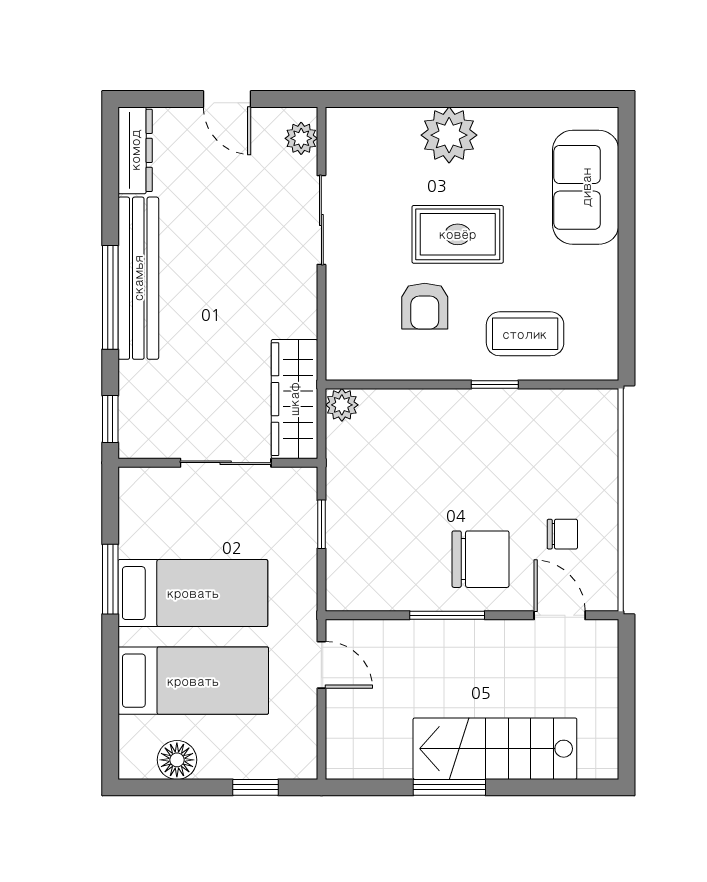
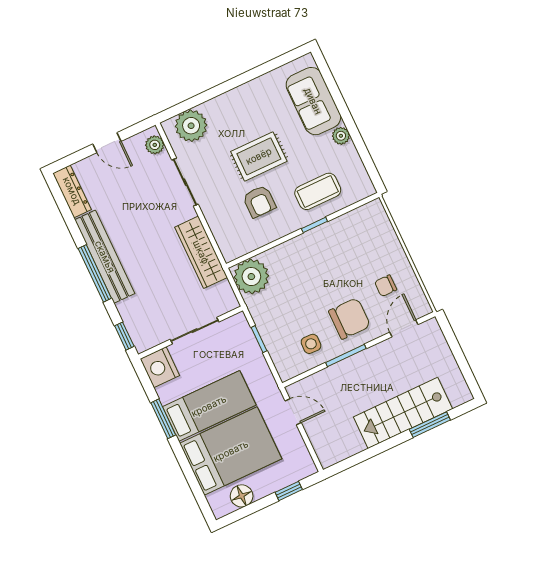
plant: (449, 135) -> (191, 126), moved
plant: (603, 263) -> (341, 136), added
wardrobe: (294, 399) -> (201, 252), moved
plant: (342, 405) -> (251, 277), width x1.88, depth x1.88
nightstand: (143, 495) -> (160, 367), added
chair: (562, 534) -> (386, 286), turned 180
side table: (401, 571) -> (311, 344), added
door: (560, 615) -> (404, 328), hinge flipped
bed: (193, 681) -> (231, 451), width x1.50
window: (449, 787) -> (430, 425), moved

